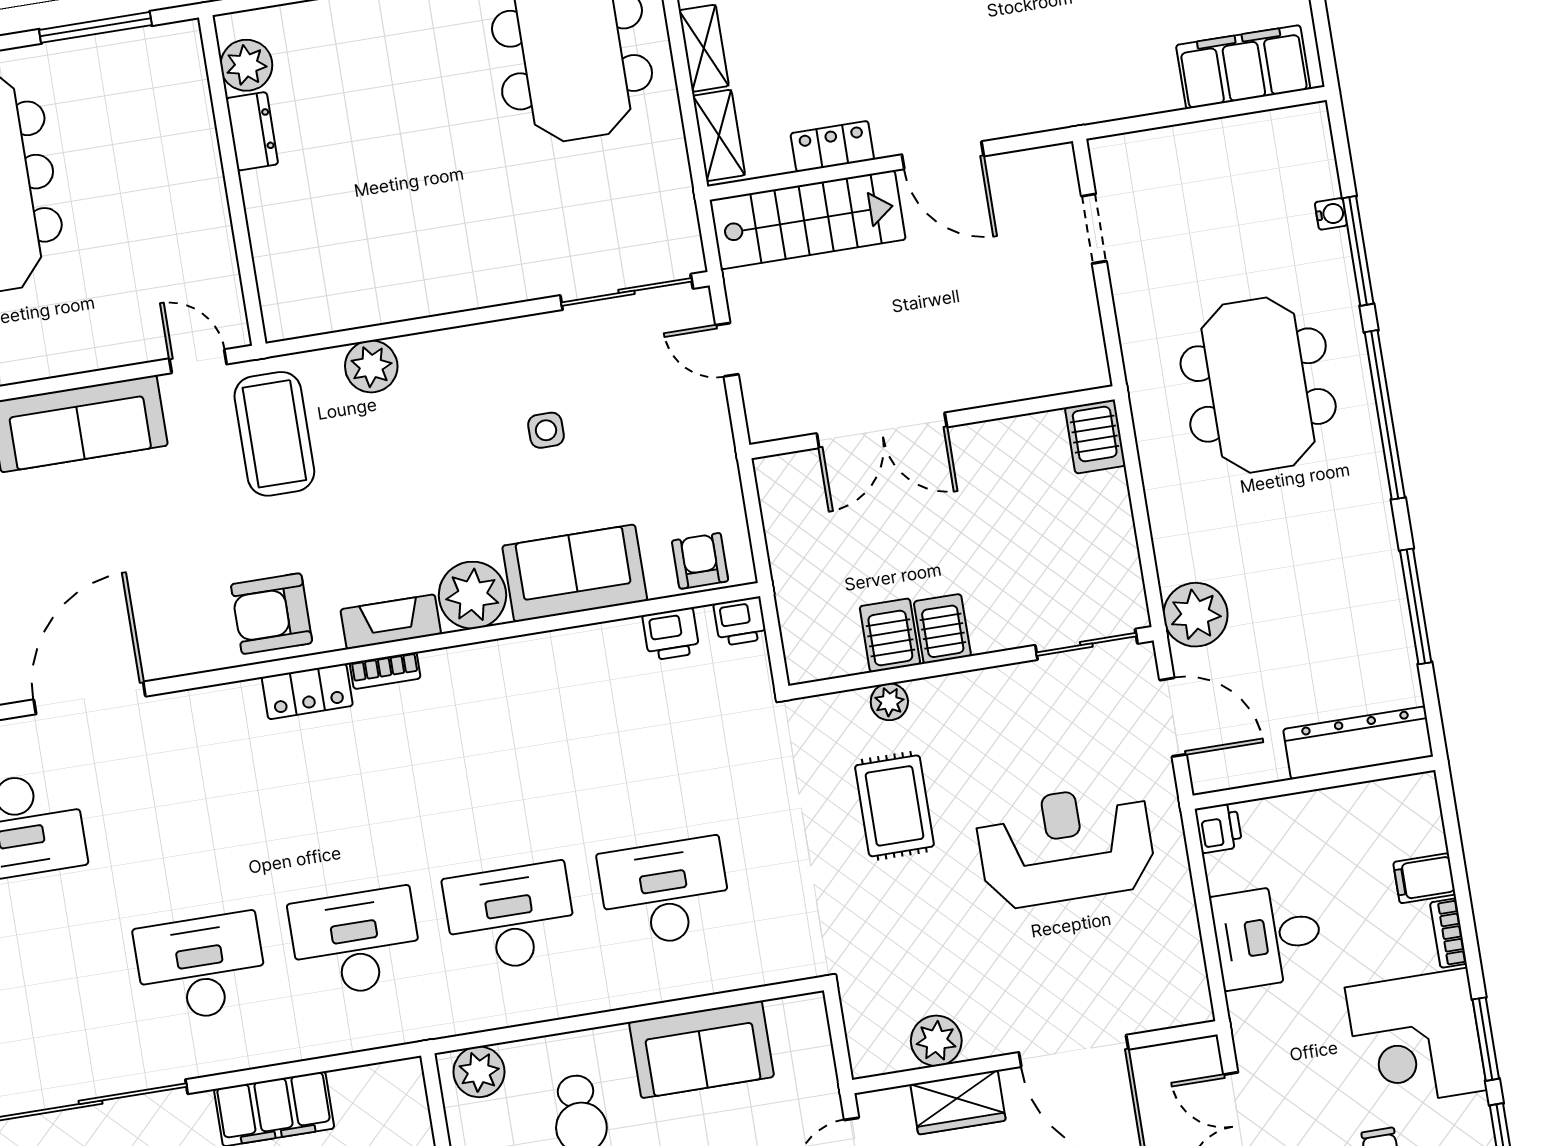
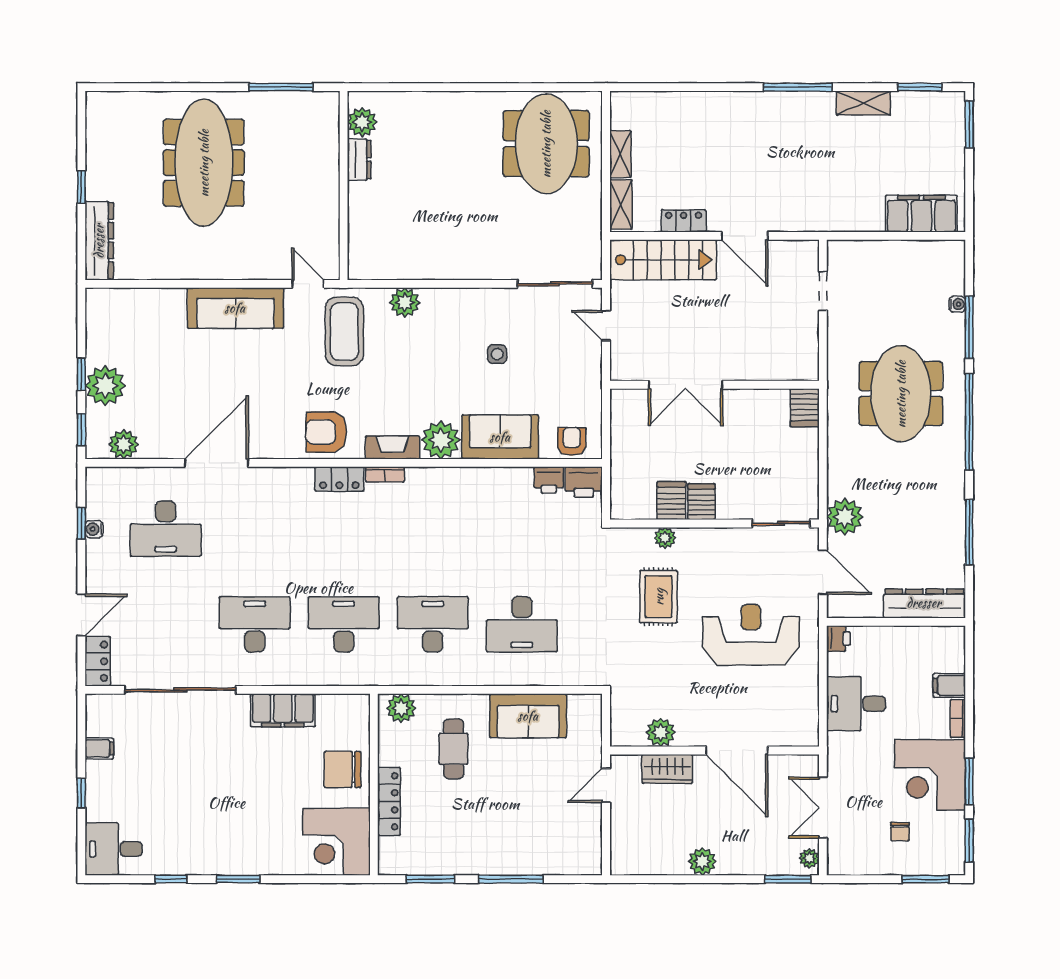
printer: (740, 621) -> (584, 482), width x1.36, depth x1.24
desk: (665, 892) -> (522, 624), turned 180

